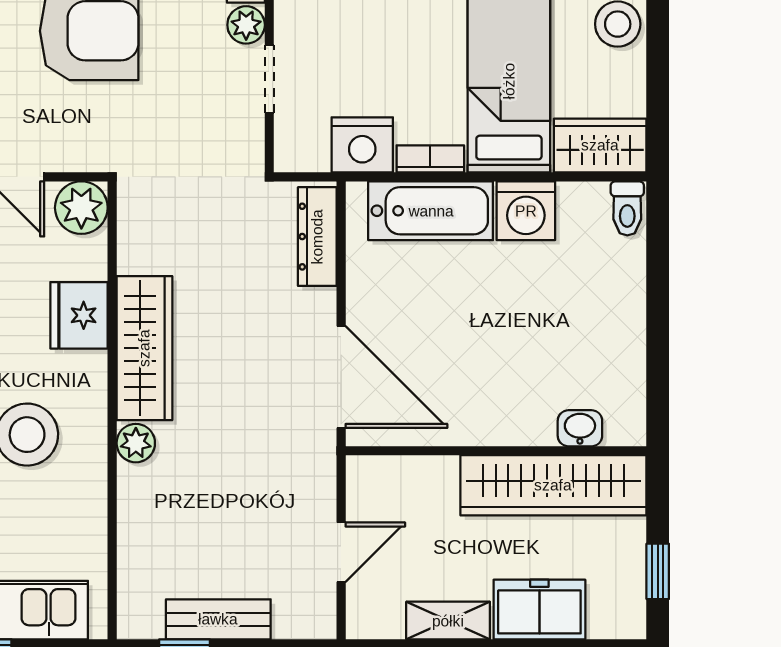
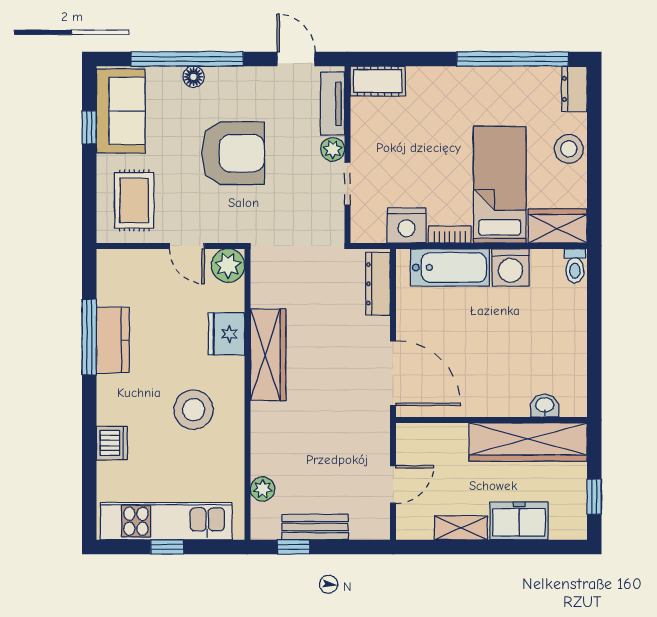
plant: (136, 443) -> (263, 489), moved

